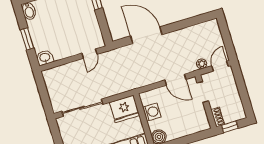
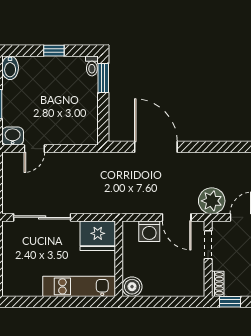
door: (89, 54) -> (34, 149), moved
plant: (202, 64) -> (212, 201), width x1.87, depth x1.87
washing machine: (152, 112) -> (149, 231), moved, turned 90

